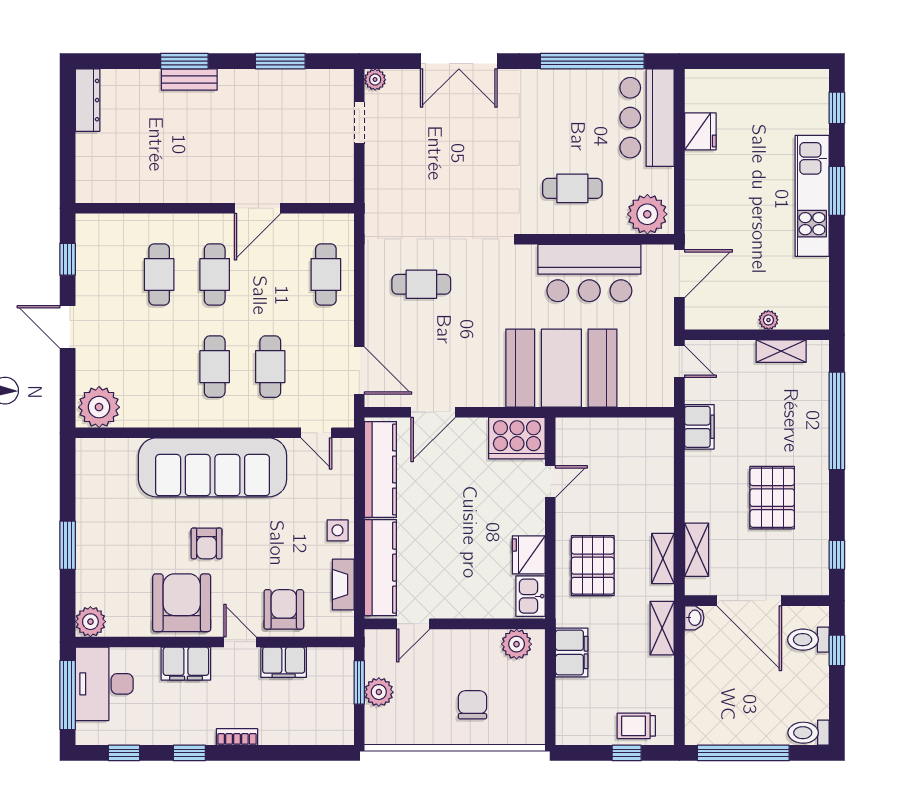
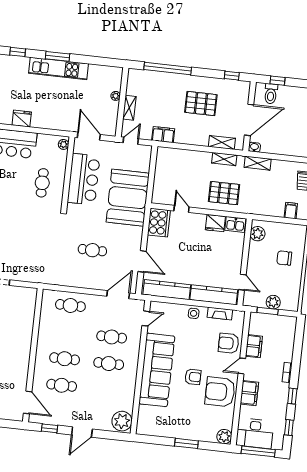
door: (258, 208) -> (28, 402), moved
plant: (647, 214) -> (64, 144), width x0.53, depth x0.53
cafe table: (421, 284) -> (92, 250), moved, turned 90
shelving: (781, 351) -> (129, 108), moved
filing cabinet: (572, 652) -> (291, 211), moved, width x0.50

